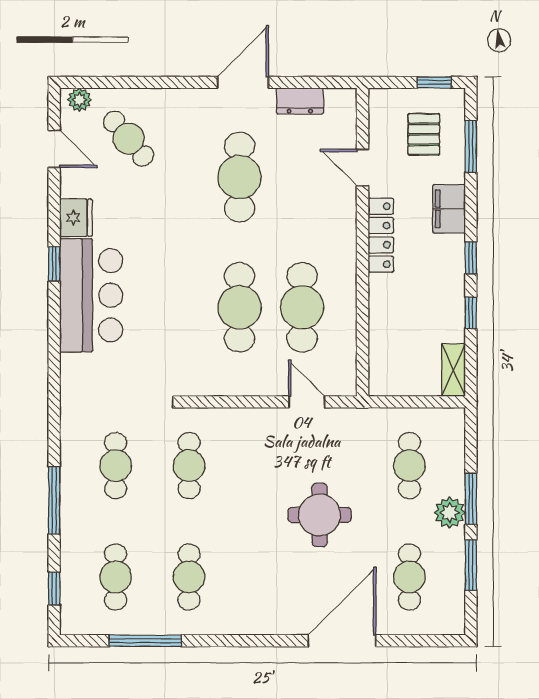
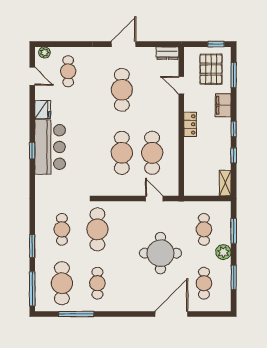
dresser: (300, 101) -> (167, 53), moved
pallet: (424, 134) -> (211, 69), width x1.50, depth x1.42
cafe table: (129, 139) -> (68, 71), turned 40
locker: (381, 235) -> (190, 124), width x0.66
window: (54, 264) -> (32, 151), moved
cafe table: (189, 466) -> (97, 229), width x1.37, depth x1.35
window: (471, 499) -> (234, 231), moved
window: (54, 500) -> (32, 246), width x0.69
round table: (320, 515) -> (161, 253), width x1.36, depth x1.36
cafe table: (116, 577) -> (62, 283), width x1.37, depth x1.35
window: (54, 588) -> (32, 289), width x2.17

